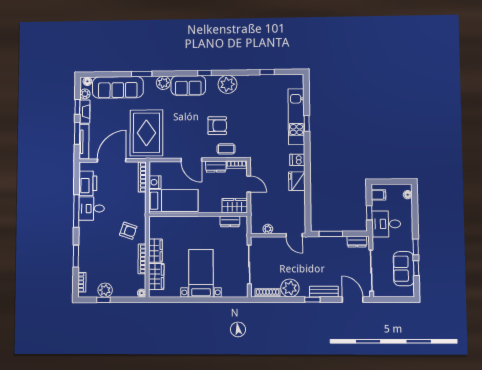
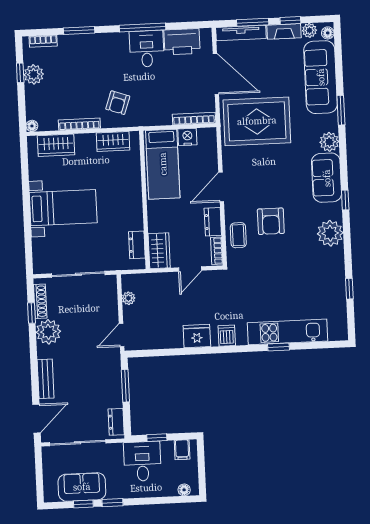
wardrobe: (155, 251) -> (113, 141), moved
window: (312, 300) -> (32, 313), moved

